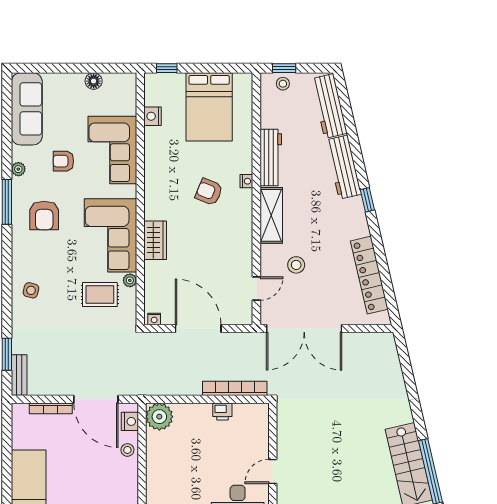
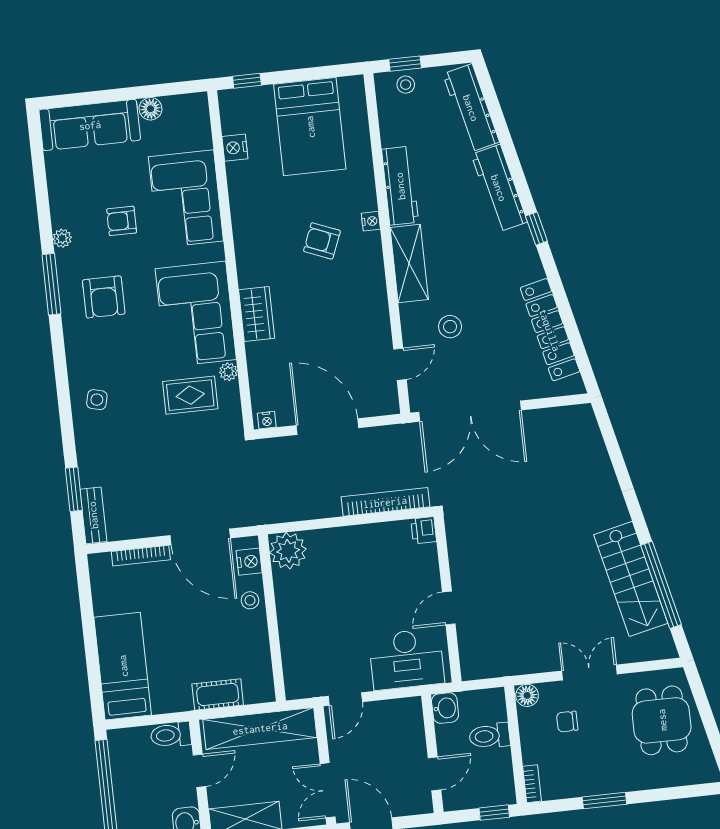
sofa: (27, 109) -> (90, 125), moved, turned 90
printer: (222, 412) -> (424, 530), moved, turned 90

